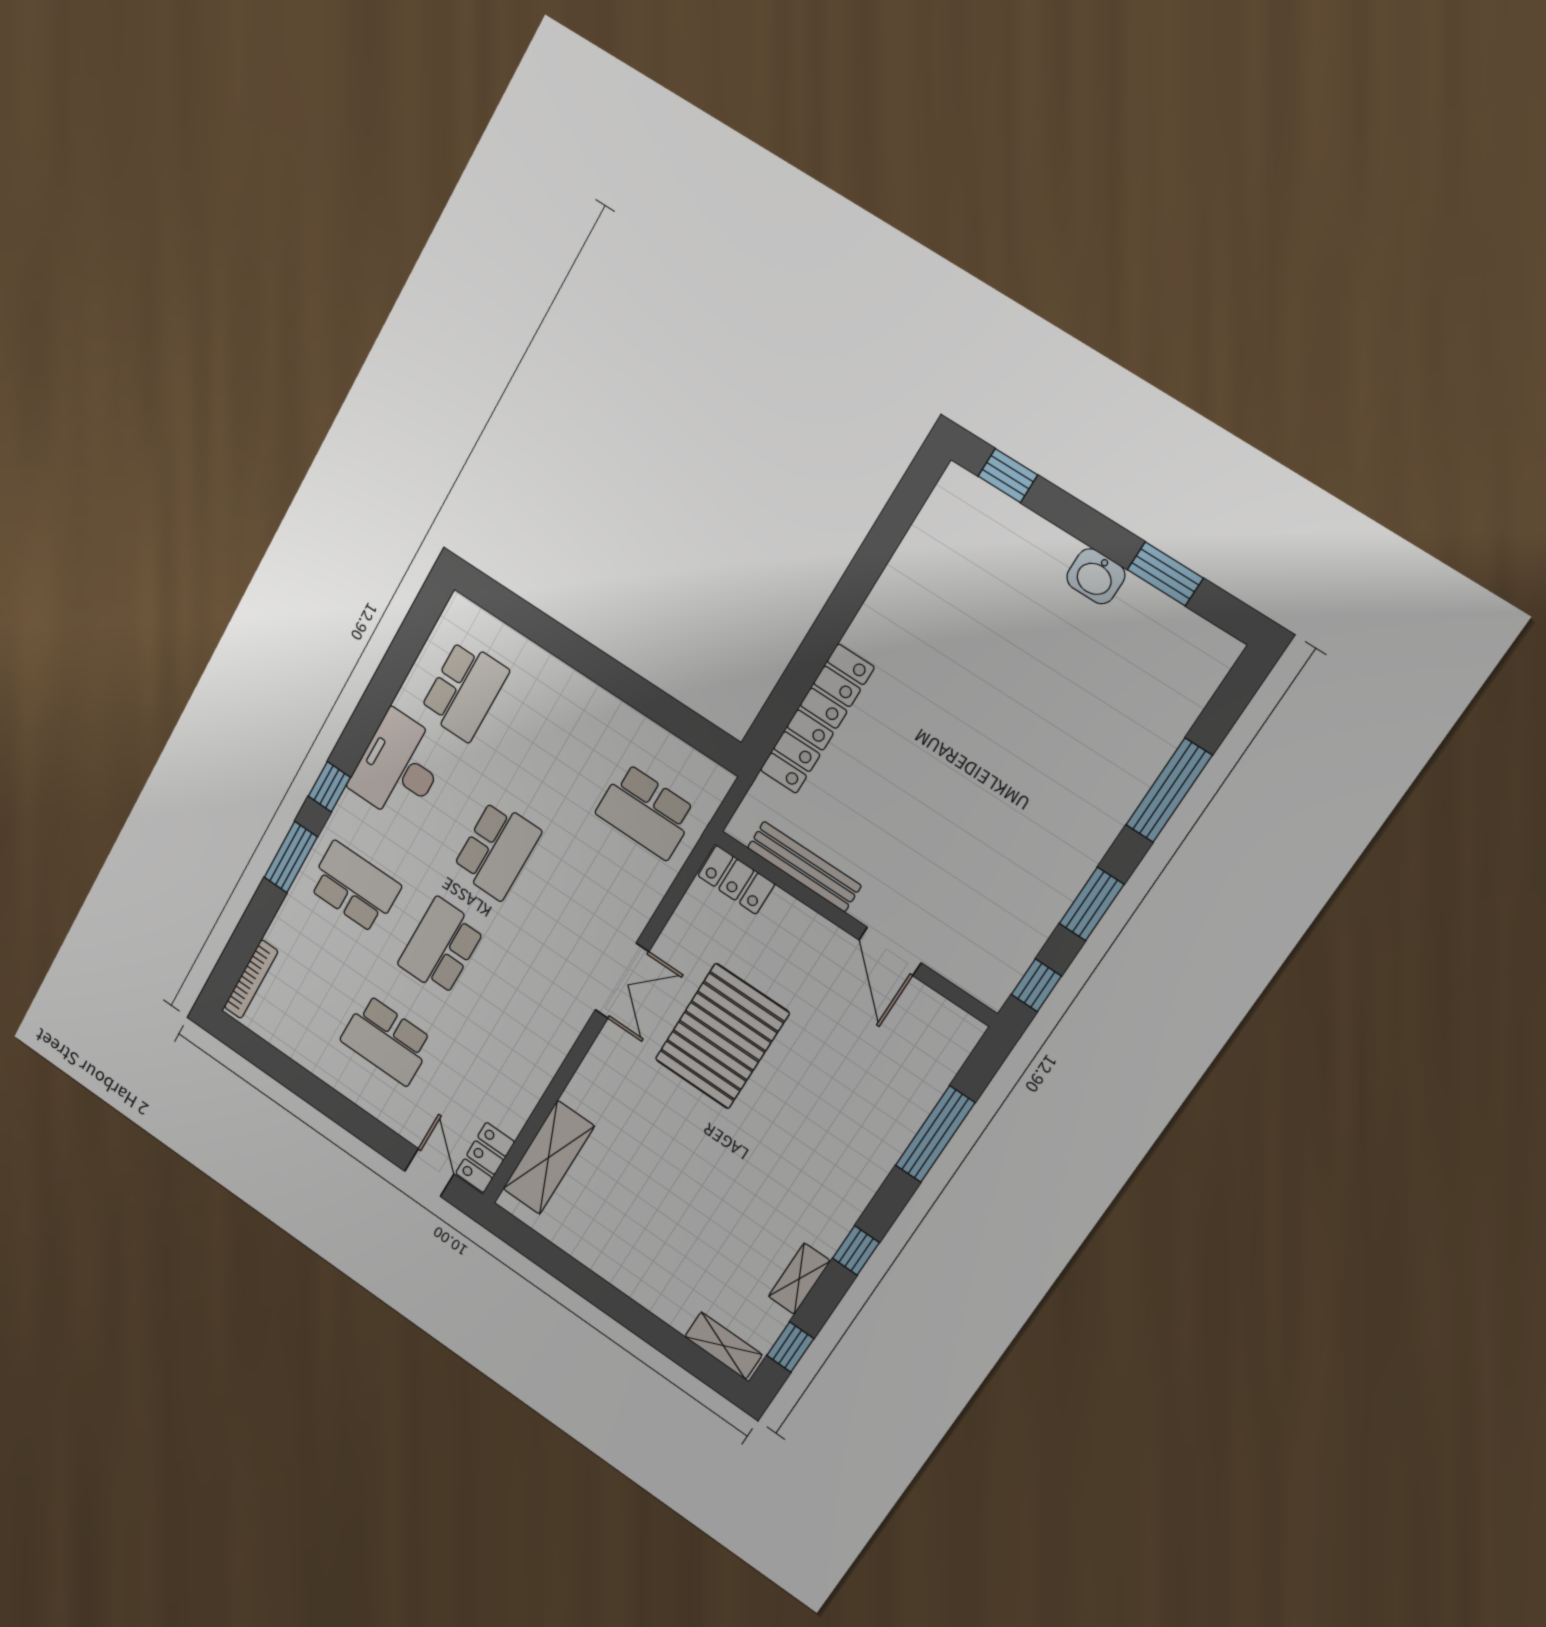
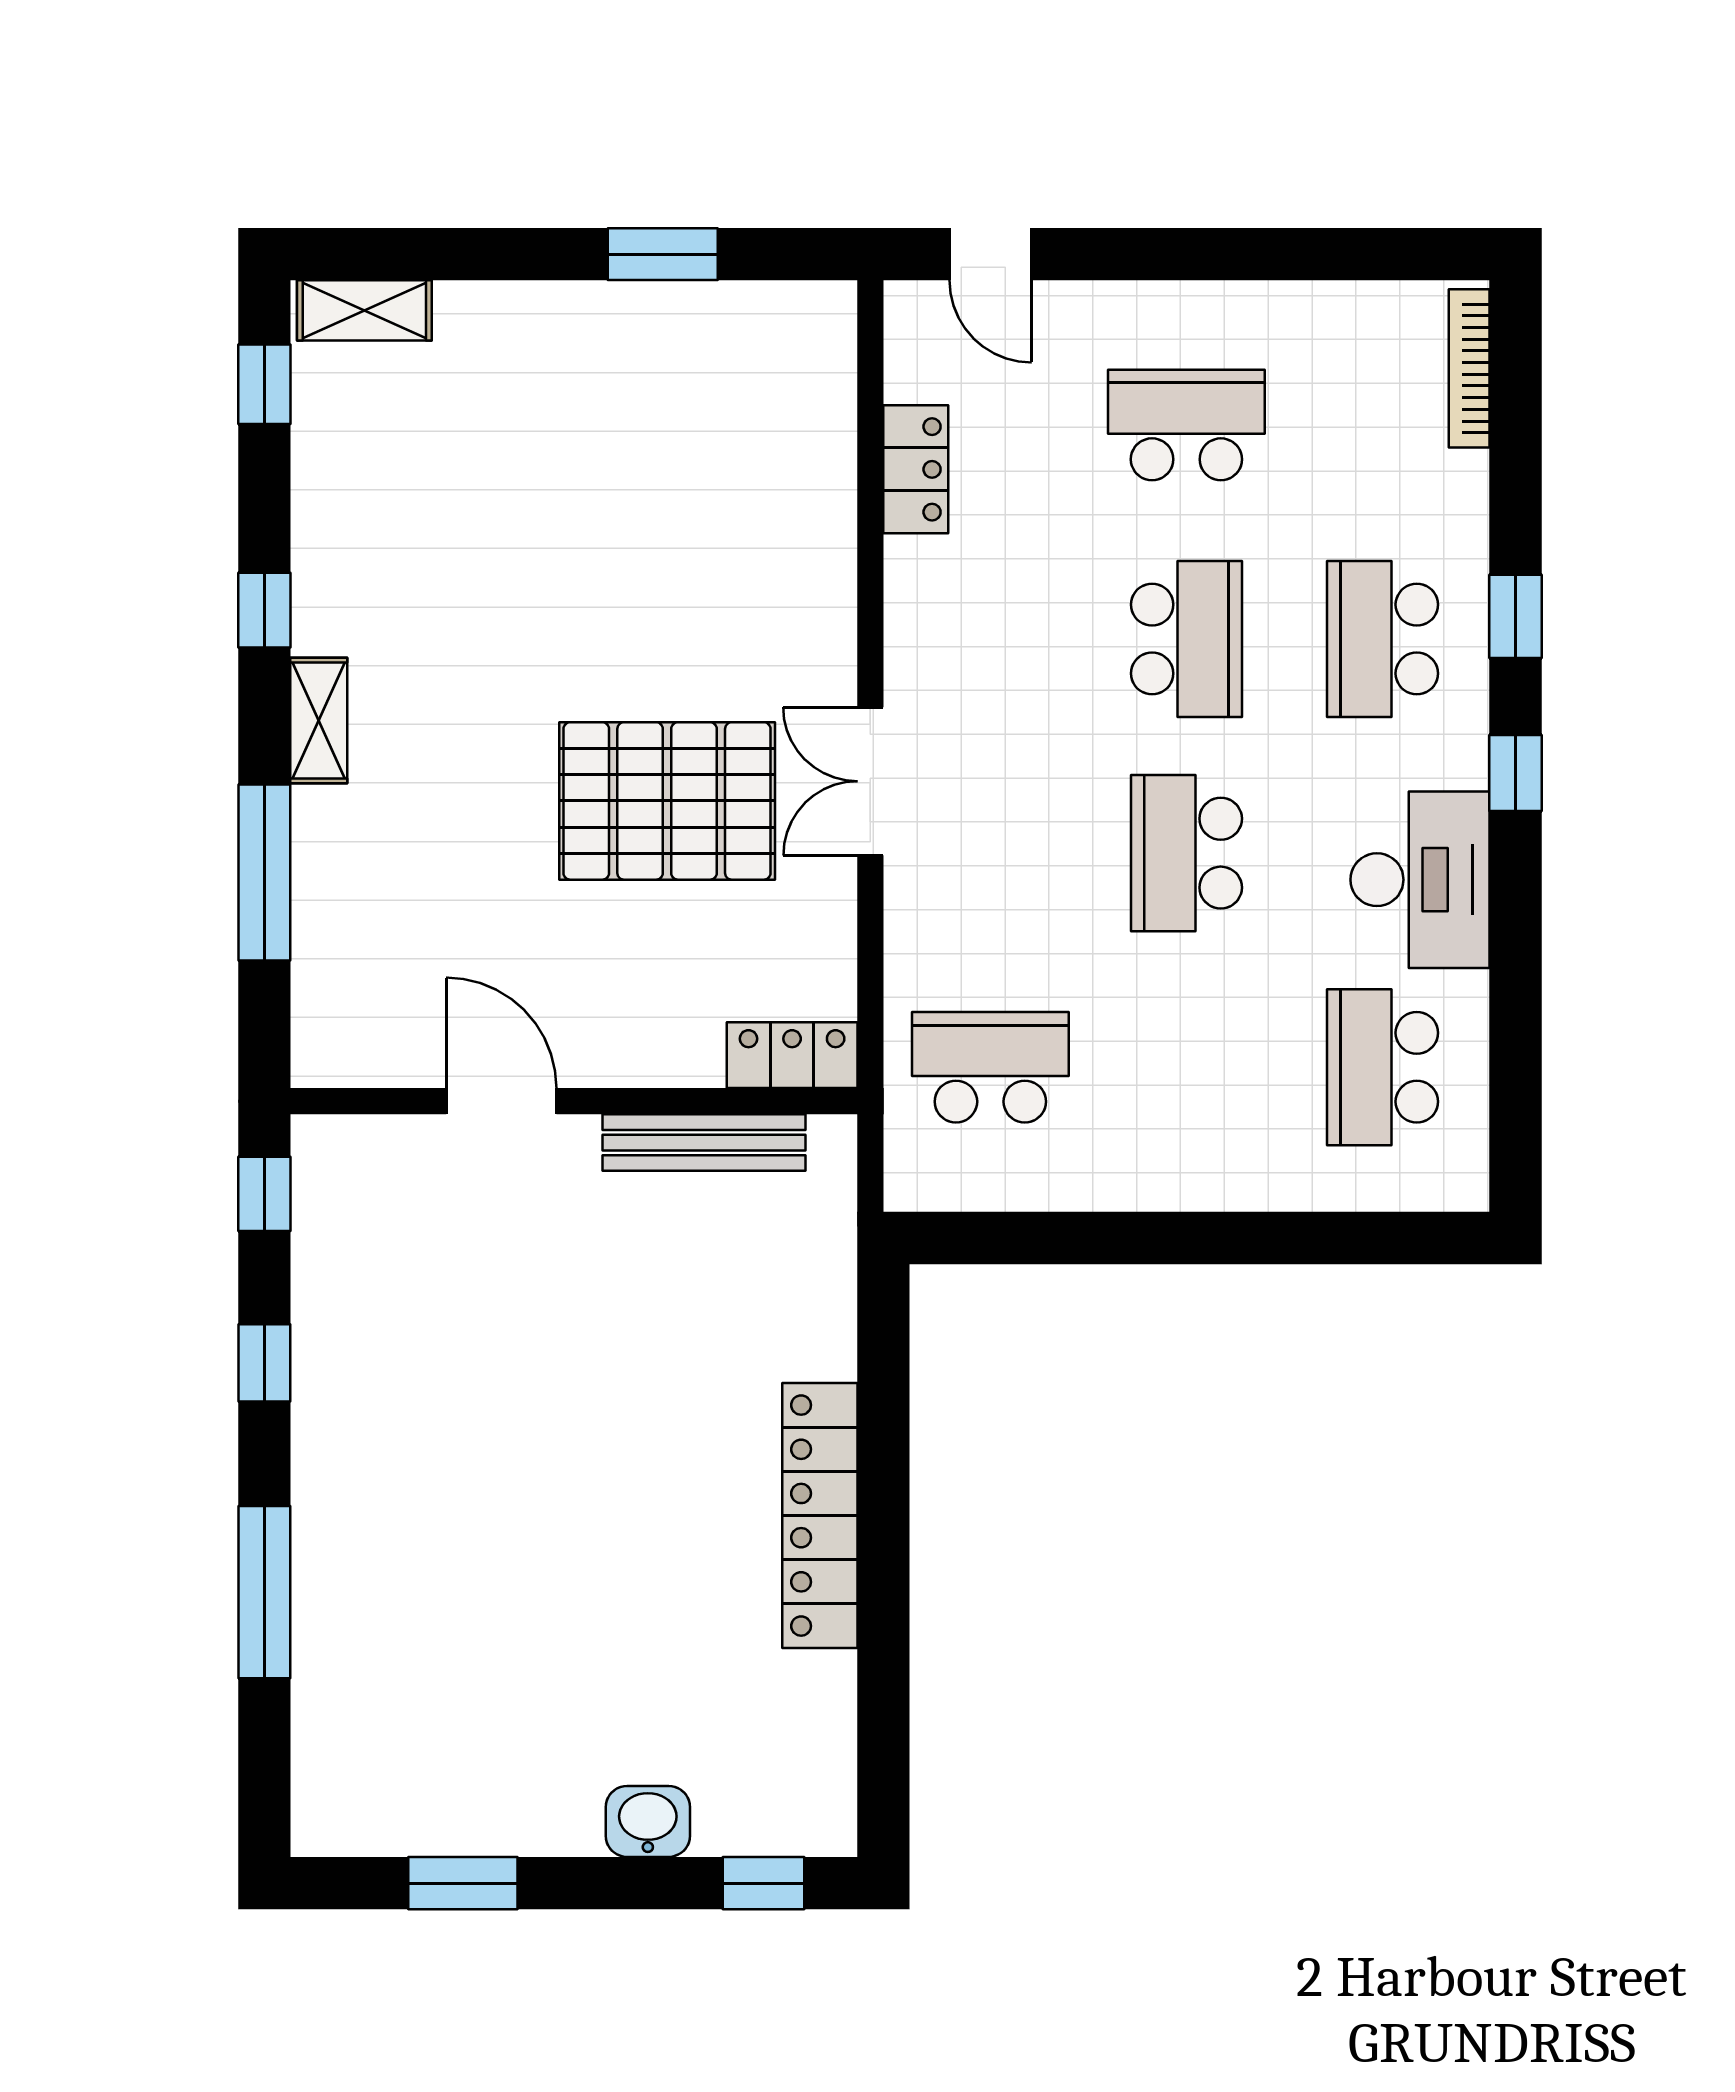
washbasin: (1096, 576) -> (648, 1821), moved
locker: (817, 719) -> (820, 1516), moved
window: (291, 857) -> (1515, 616), width x0.67
school desk: (354, 887) -> (1382, 639), turned 90
window: (1092, 904) -> (264, 1363), width x0.67
pallet: (722, 1036) -> (667, 801), turned 90
locker: (485, 1158) -> (916, 469), moved
shelving: (549, 1158) -> (816, 417), removed
window: (574, 1274) -> (663, 254), added
shelving: (799, 1279) -> (319, 720), moved

